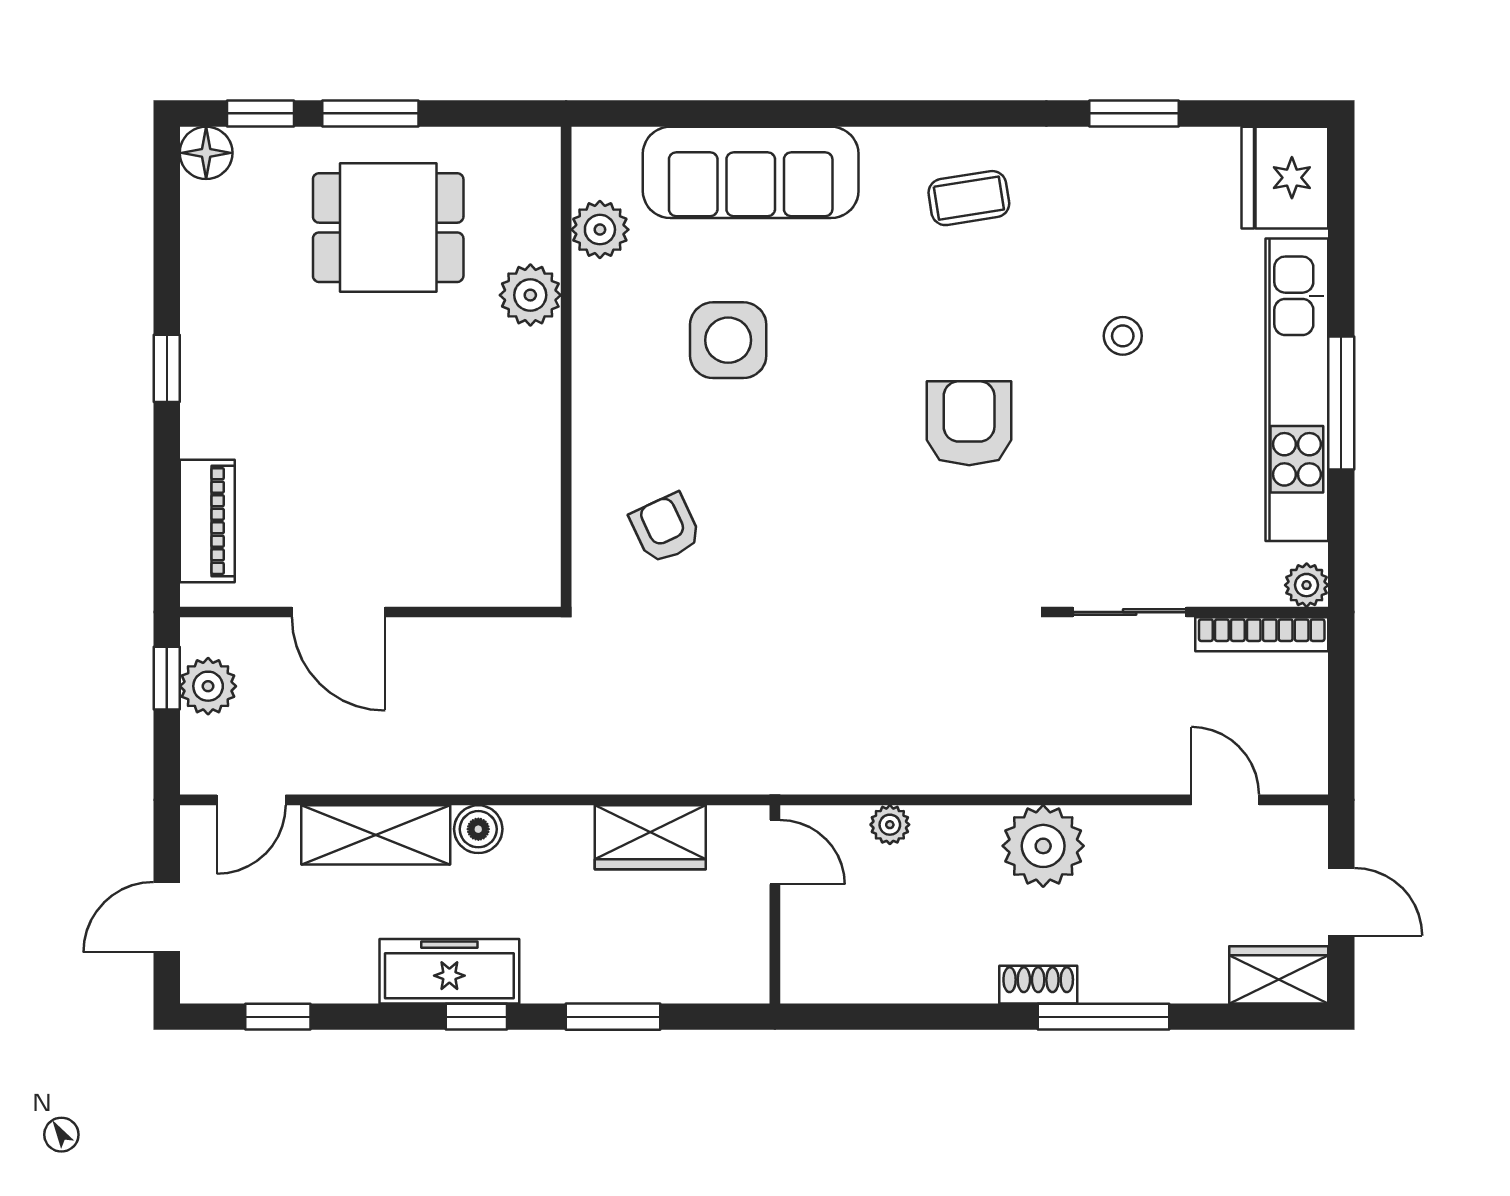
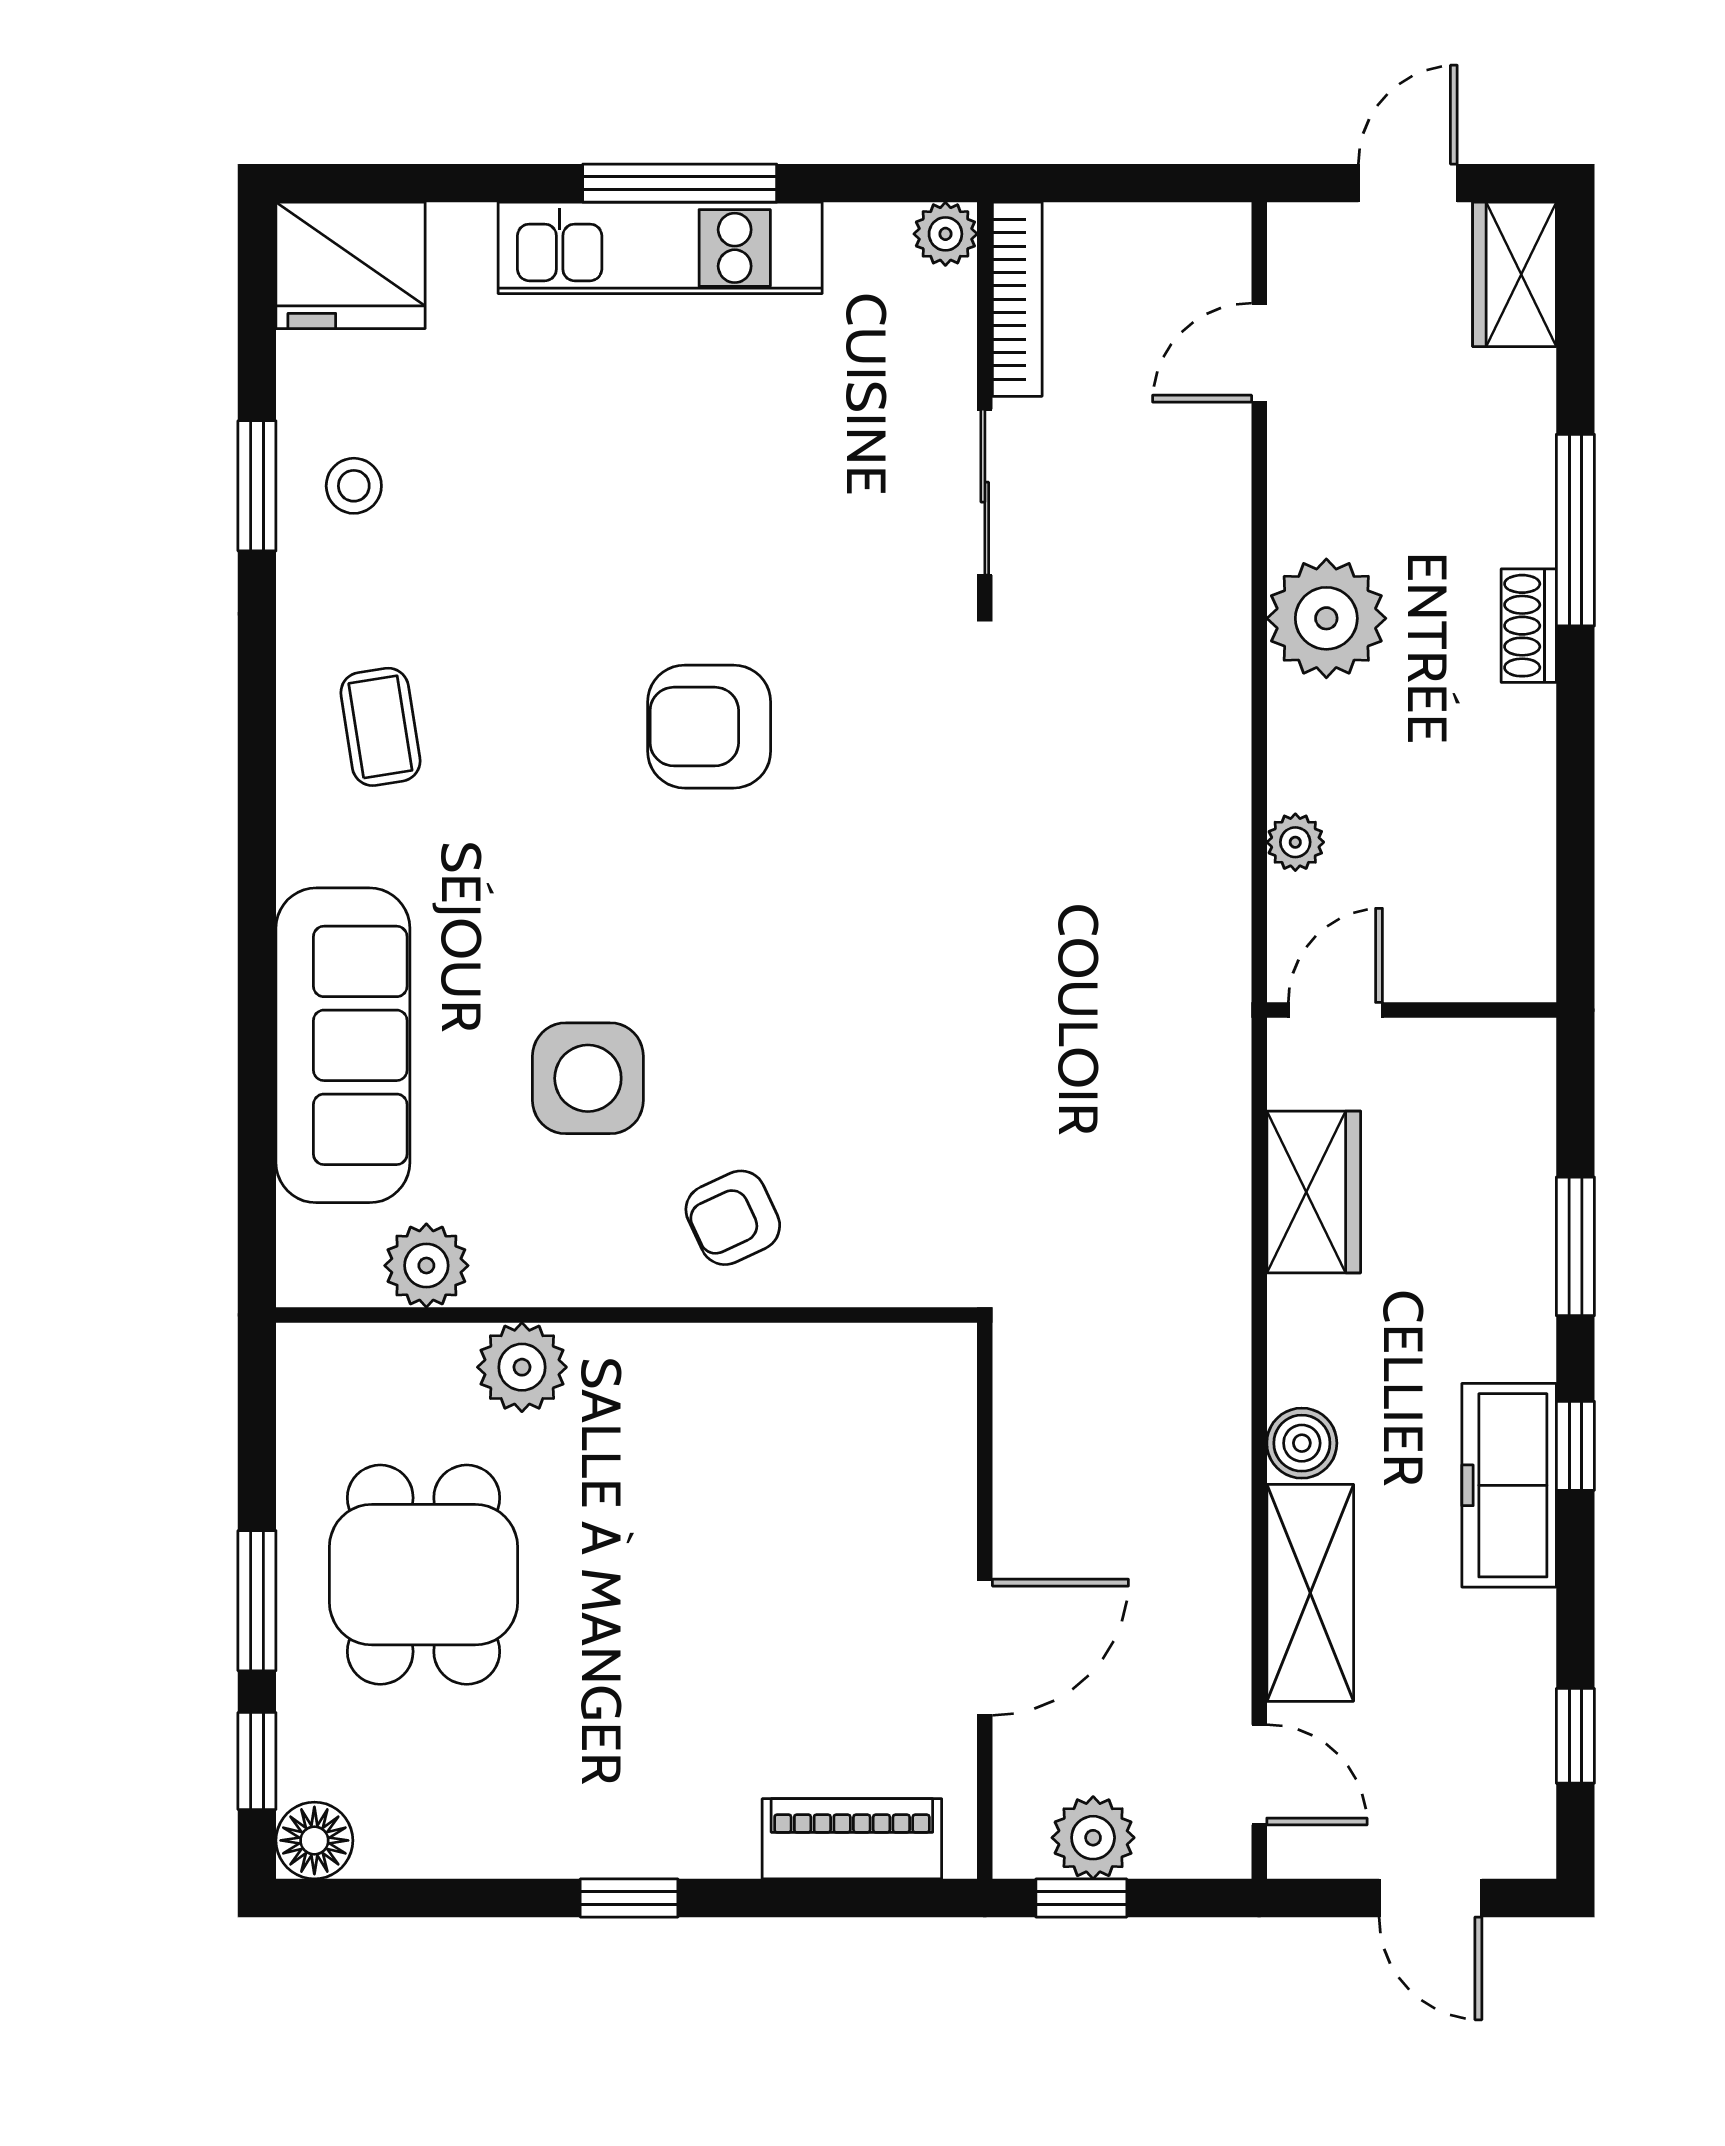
stool: (1123, 336) -> (354, 486), moved
kitchen unit: (1297, 390) -> (660, 248), width x0.73
armchair: (665, 528) -> (733, 1218), moved

